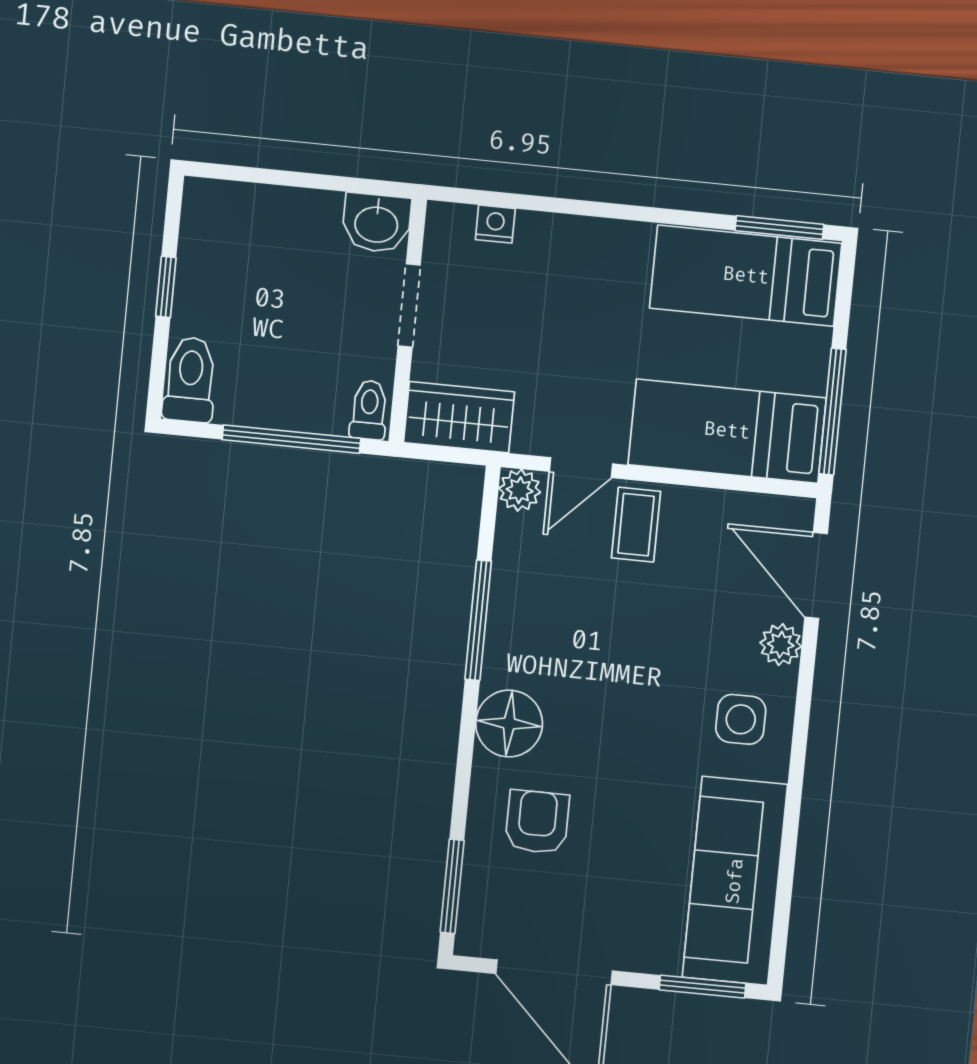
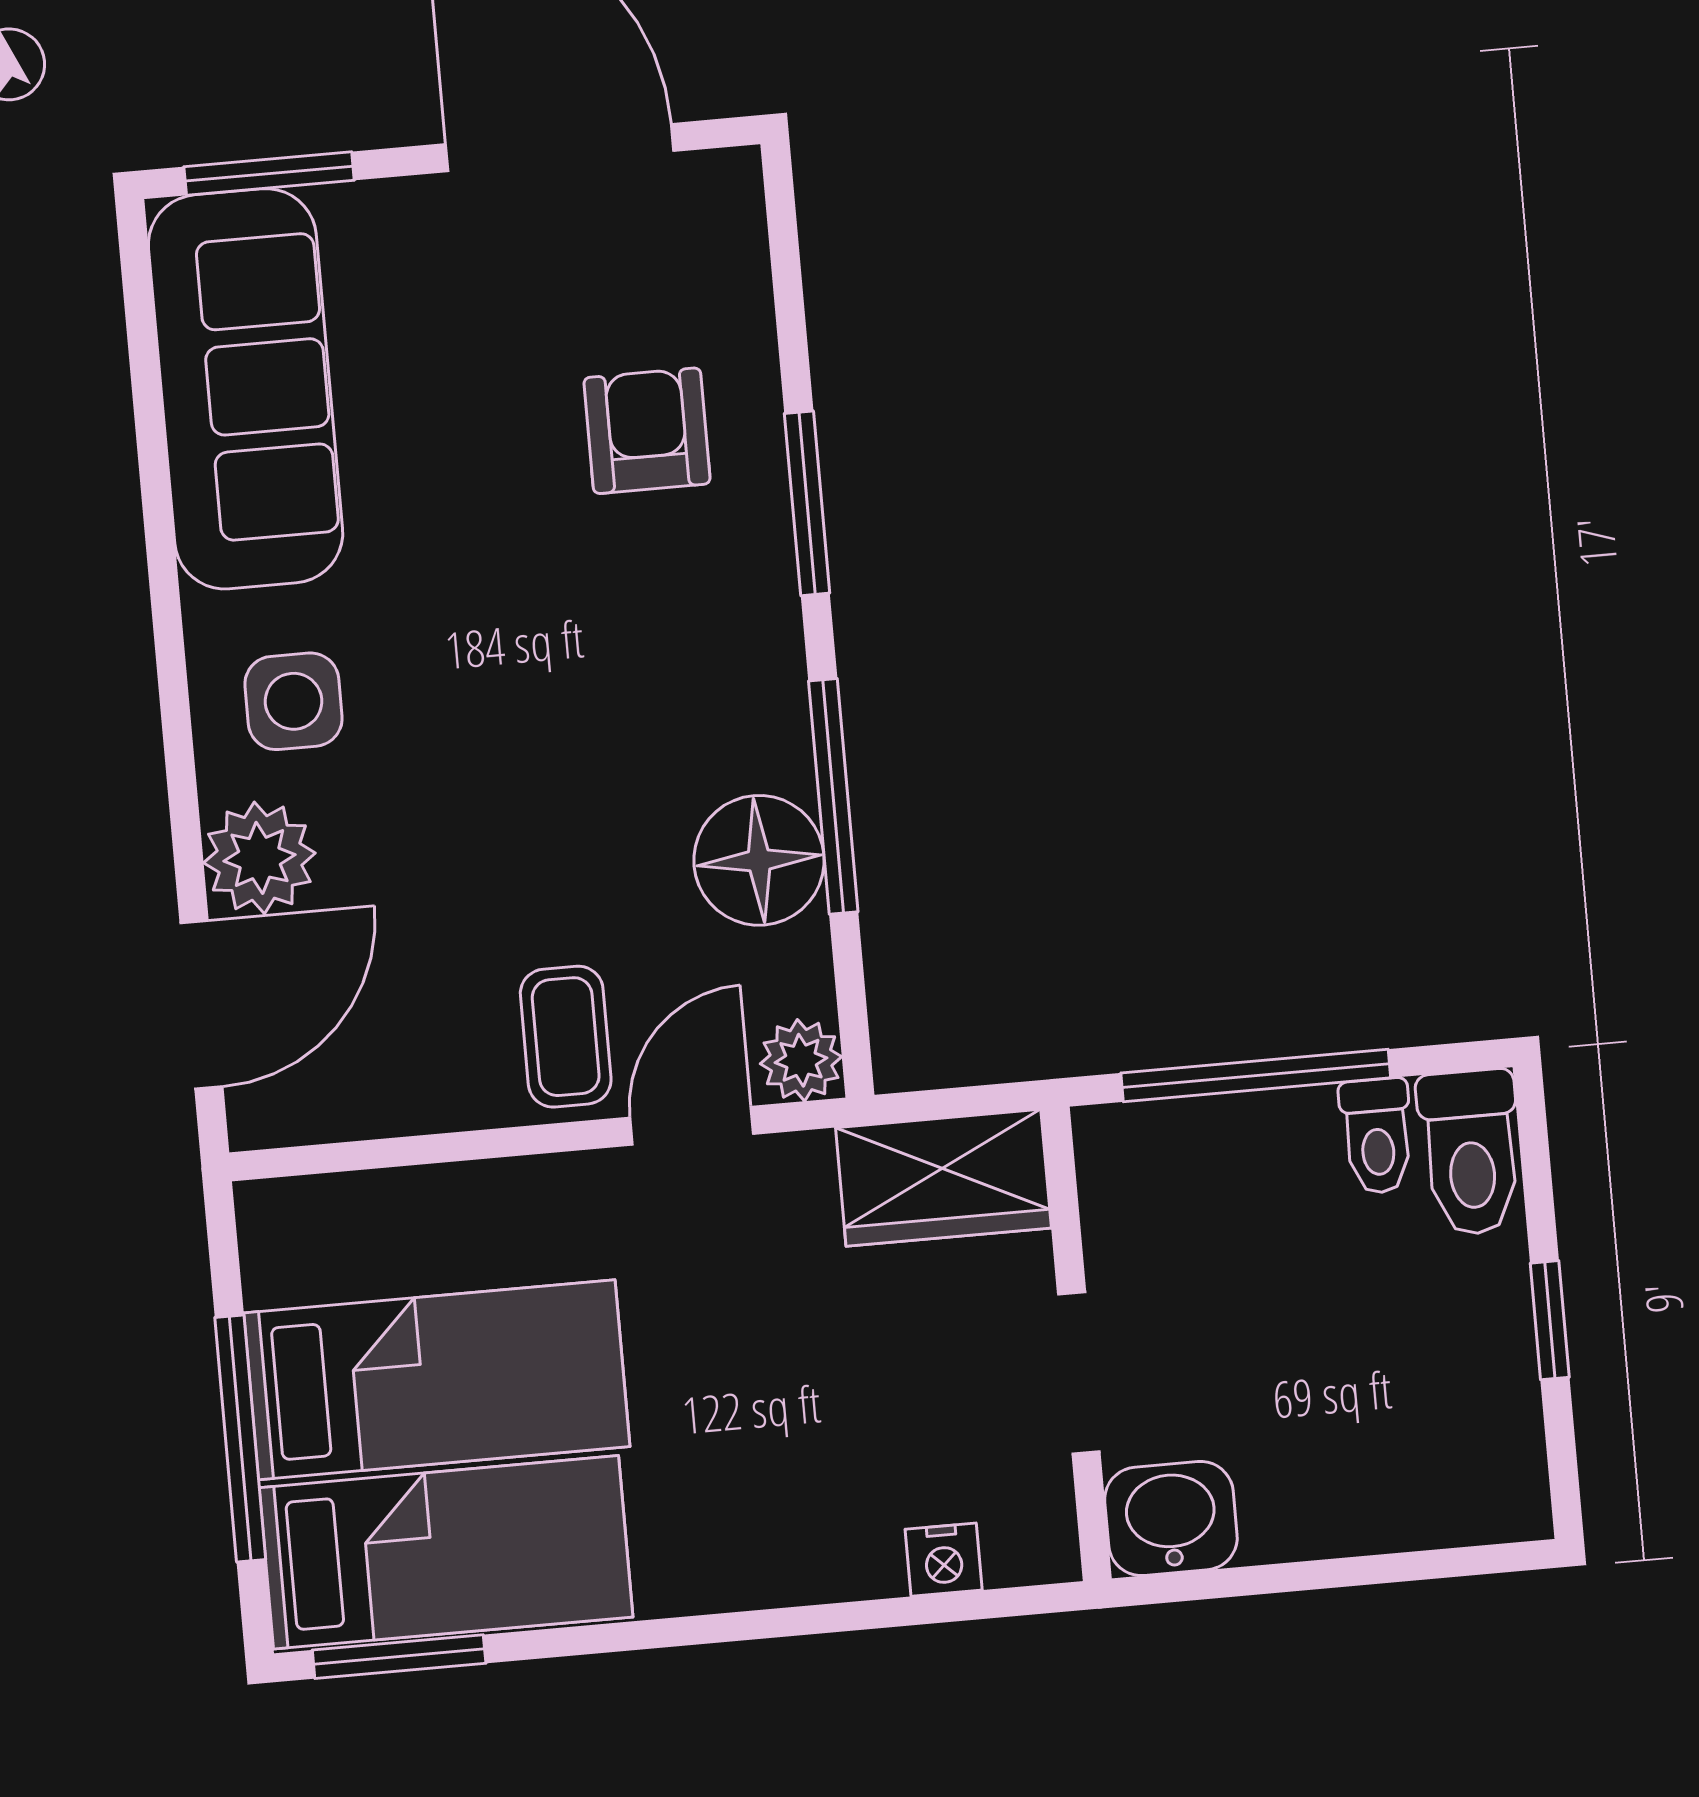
toilet: (369, 410) -> (1377, 1136), moved
window: (833, 412) -> (240, 1439), moved
bed: (727, 431) -> (437, 1380), moved
door: (816, 575) -> (202, 1005), hinge flipped
plant: (781, 645) -> (259, 858), width x1.38, depth x1.38
floor lamp: (509, 724) -> (759, 860), moved
armchair: (537, 822) -> (647, 431), turned 180
window: (452, 886) -> (807, 503), moved

